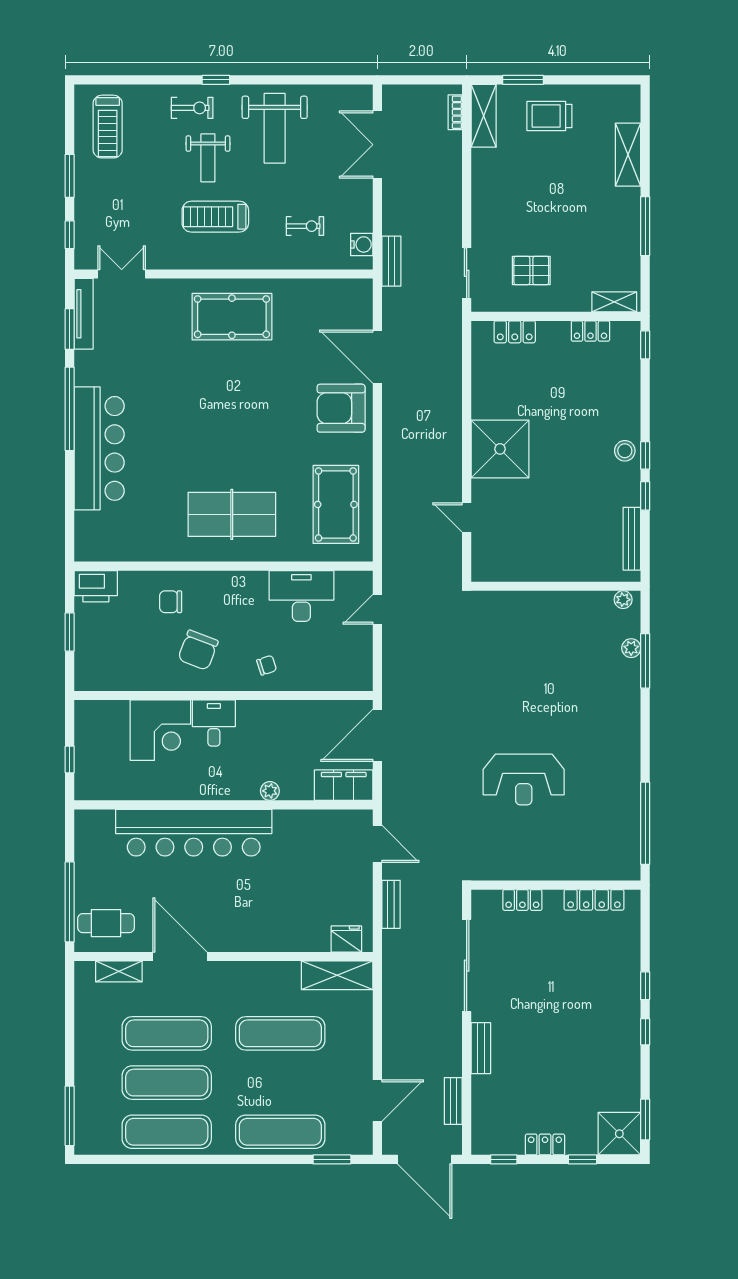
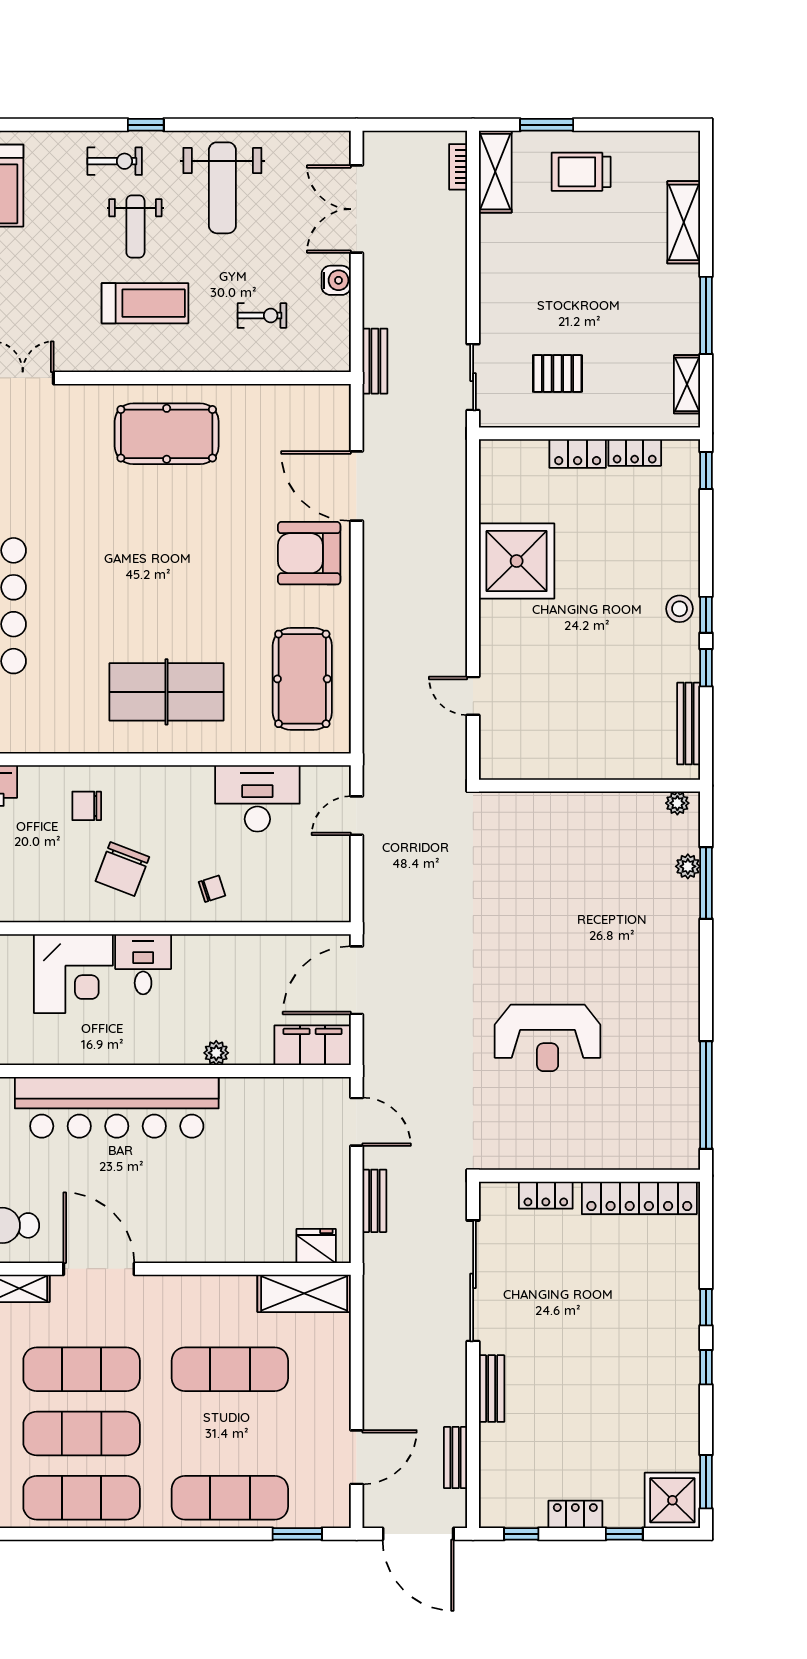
treadmill: (215, 217) -> (145, 303), turned 180
water cooler: (362, 244) -> (336, 280), moved
shelving: (614, 302) -> (687, 384), moved, turned 90
locker: (515, 332) -> (578, 453), moved
shower: (500, 449) -> (517, 561), moved
locker: (594, 900) -> (639, 1198), width x1.41, depth x1.21

